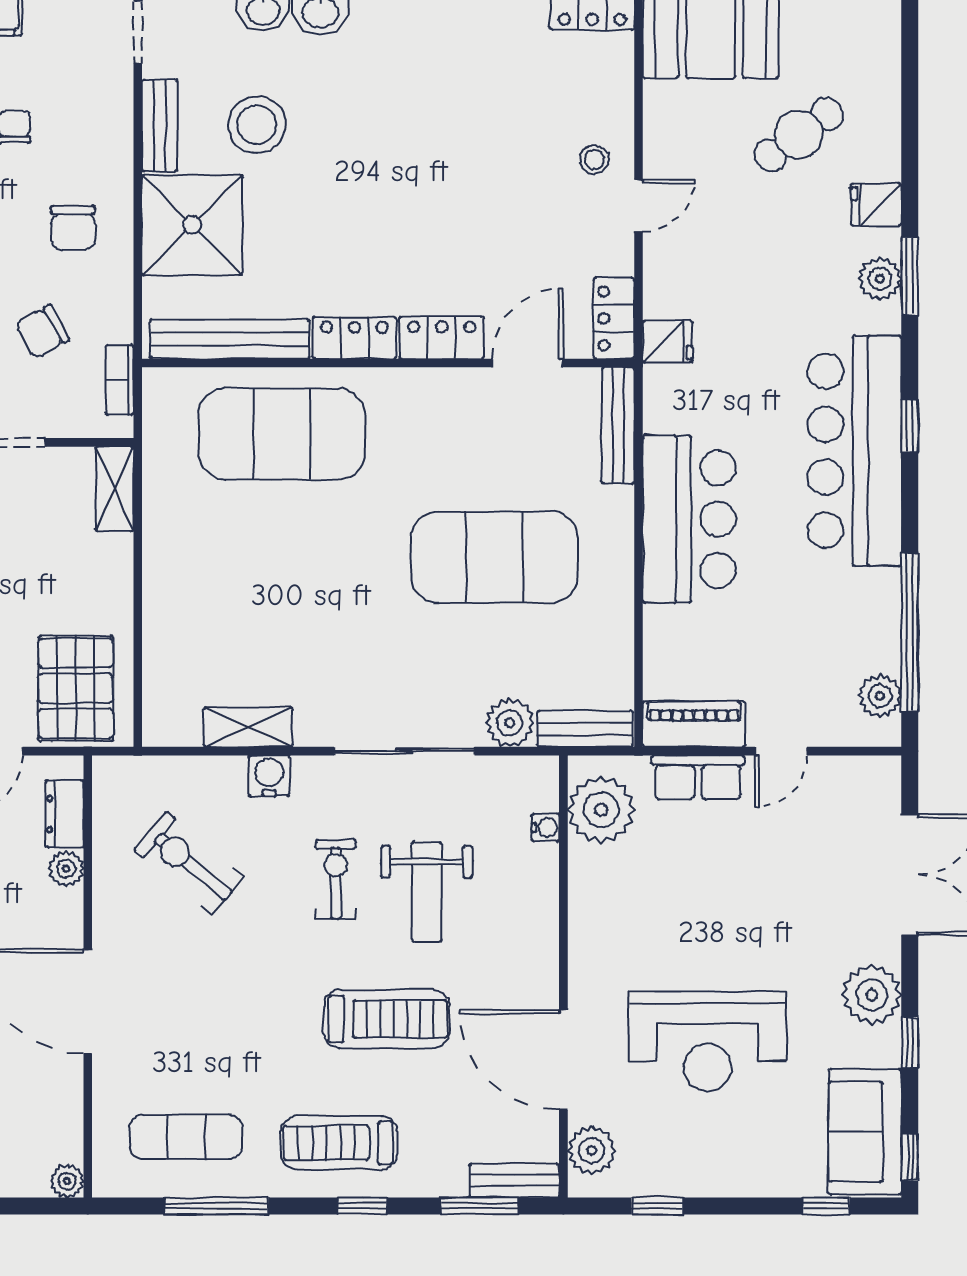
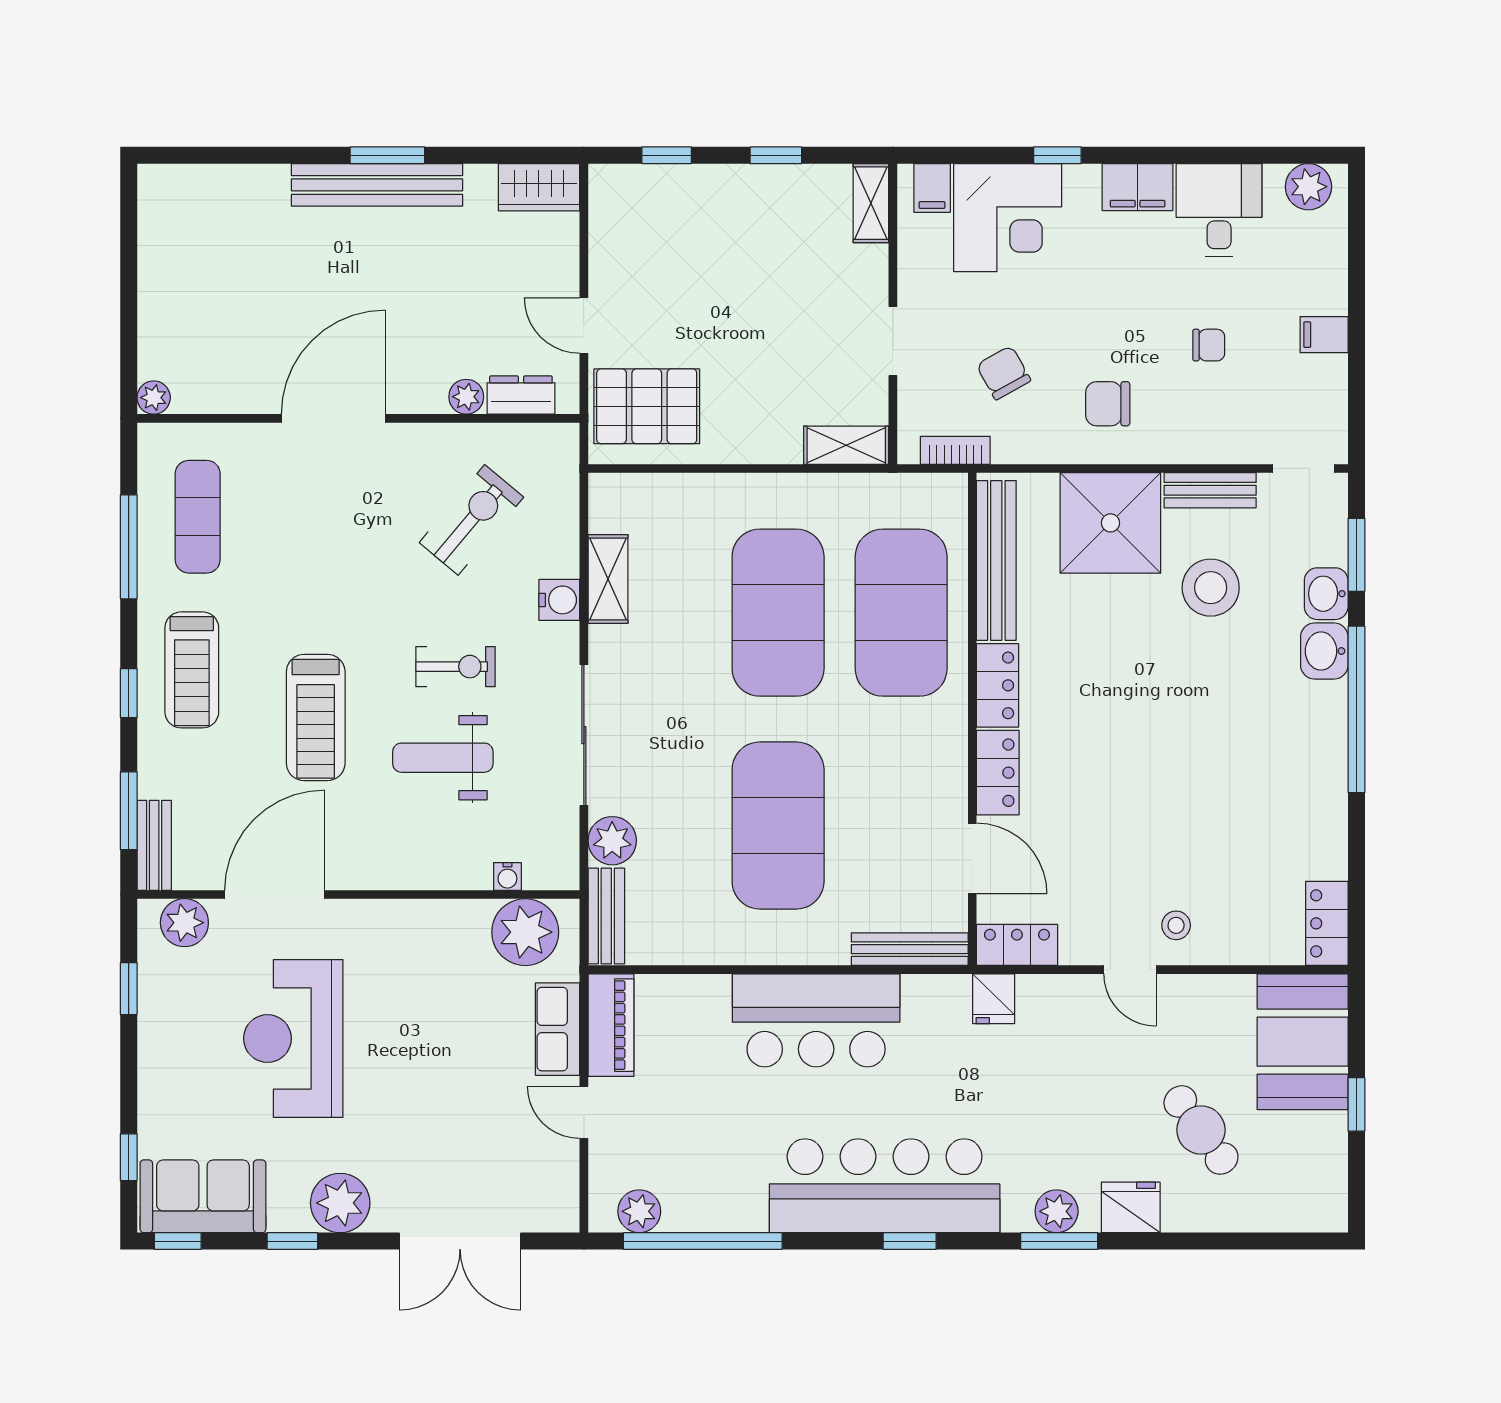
fridge: (876, 205) -> (1131, 1207), width x1.38
exercise mat: (282, 557) -> (778, 613), added
treadmill: (339, 1143) -> (192, 670), turned 180

